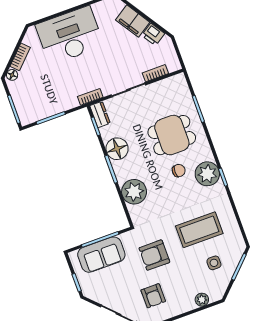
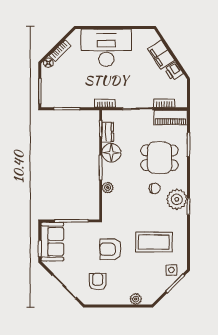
piano: (168, 86) -> (170, 117), added
dresser: (100, 114) -> (108, 132), moved
plant: (134, 192) -> (108, 187), width x0.53, depth x0.53
sofa: (101, 255) -> (52, 242), moved, turned -90
side table: (214, 263) -> (171, 270), moved
armchair: (153, 296) -> (98, 282), turned 180

